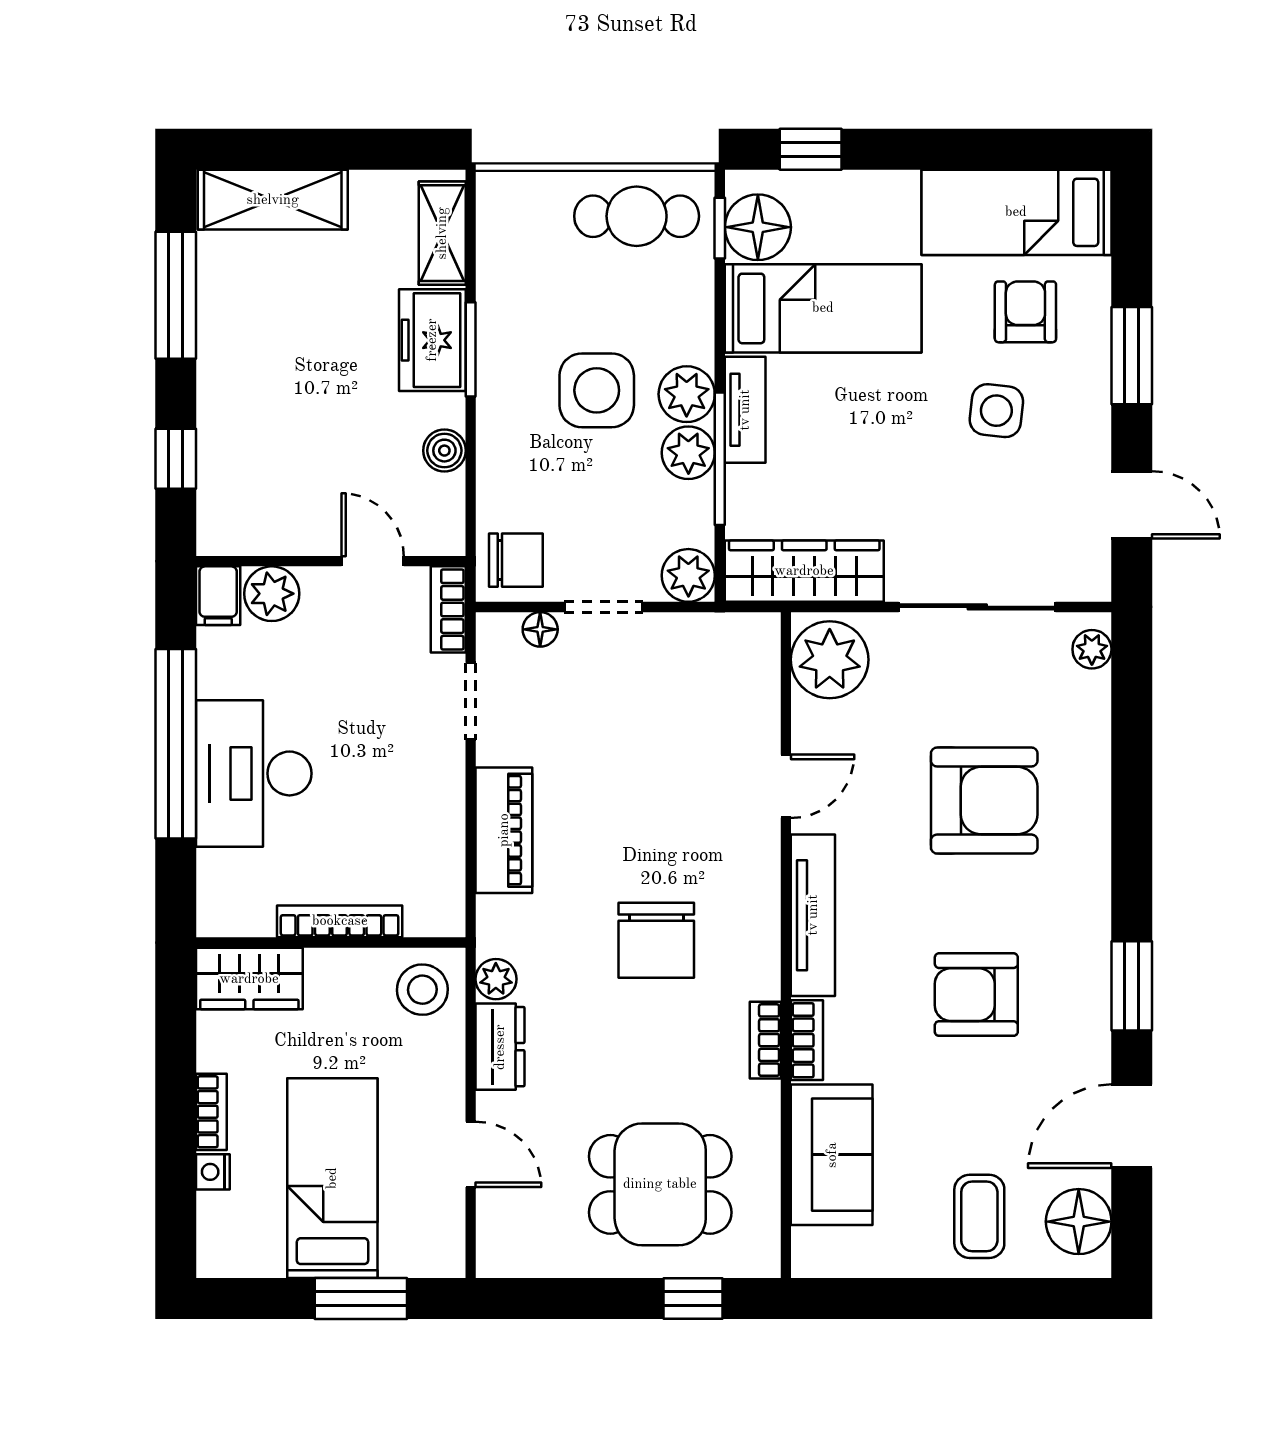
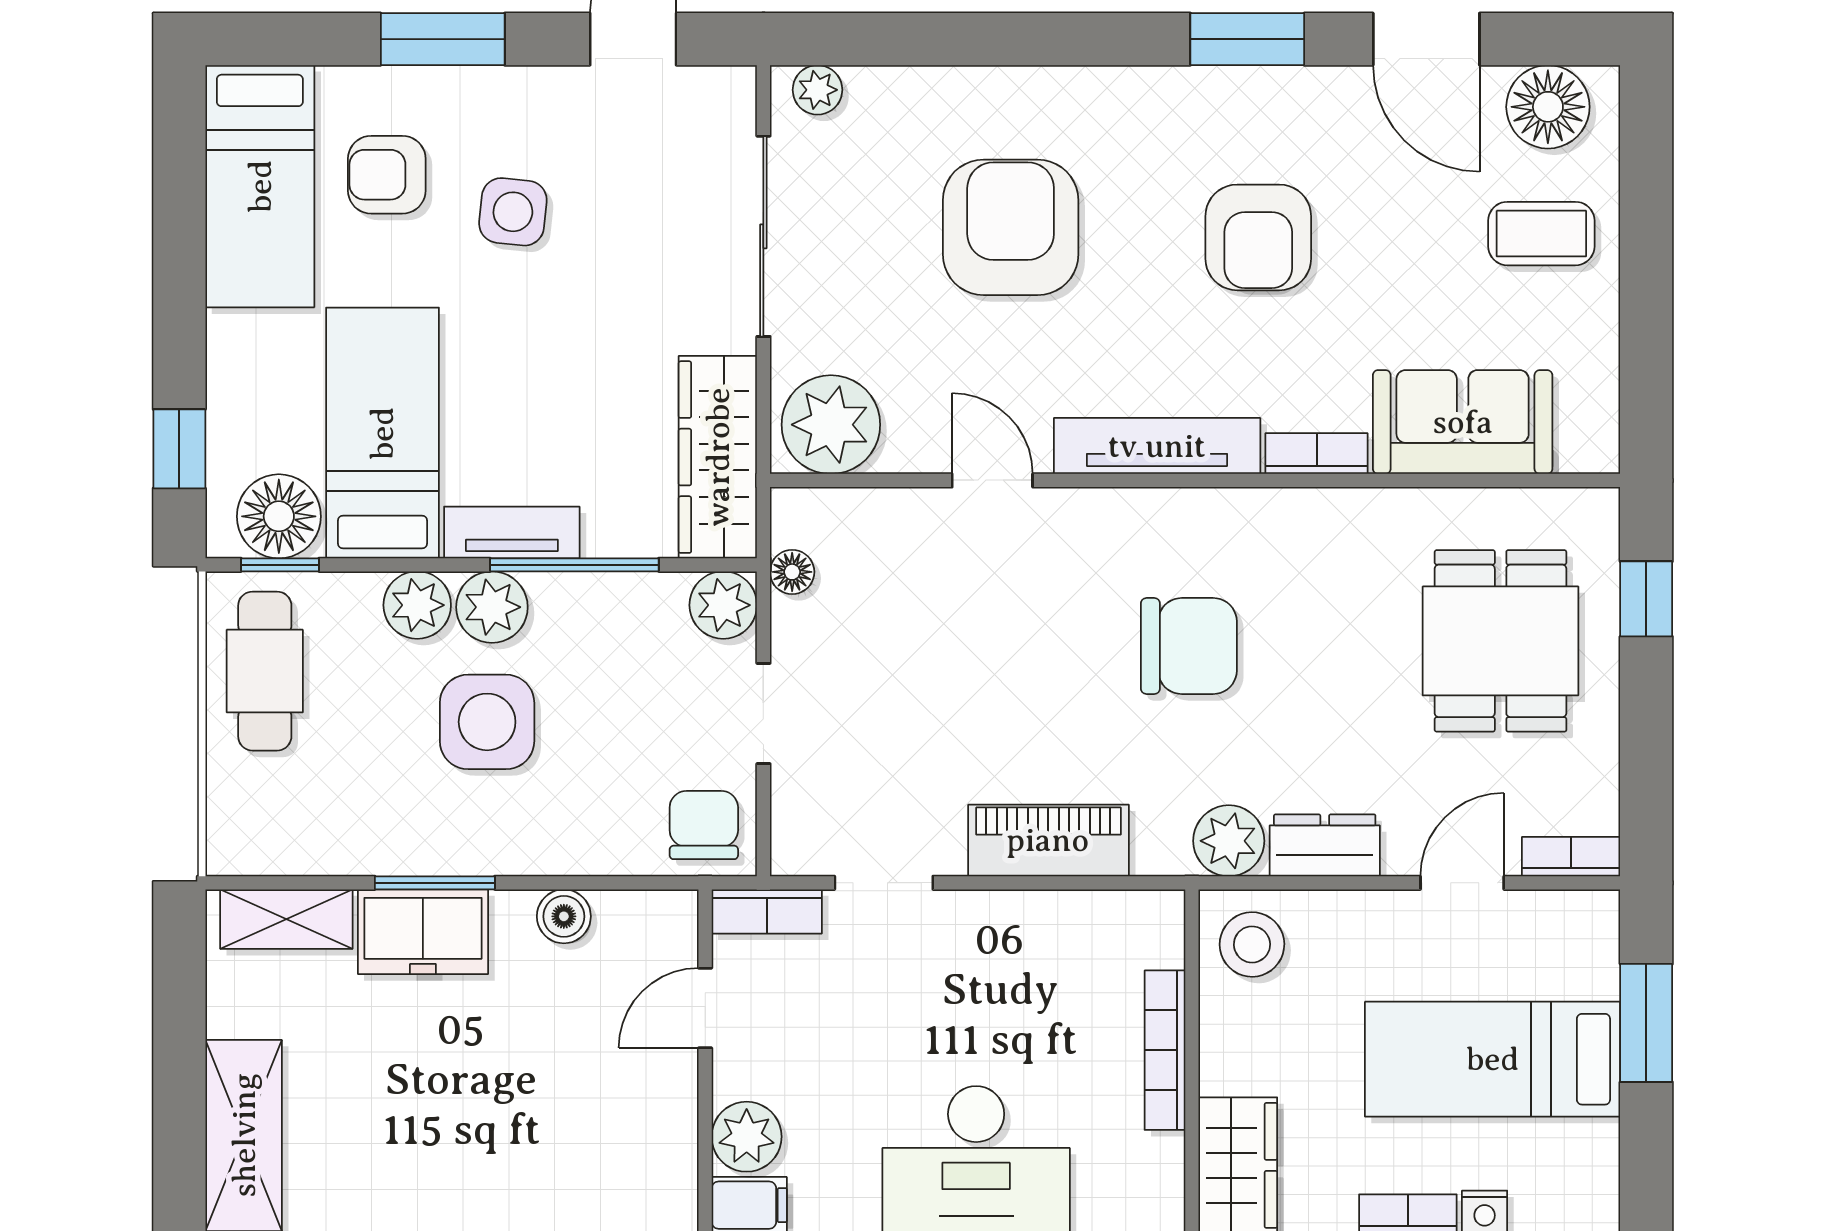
plant: (688, 453) -> (417, 605), moved
floor lamp: (540, 629) -> (792, 572), moved
plant: (496, 979) -> (1229, 841), width x1.38, depth x1.38
bookcase: (765, 1040) -> (1571, 857), moved, turned 180

